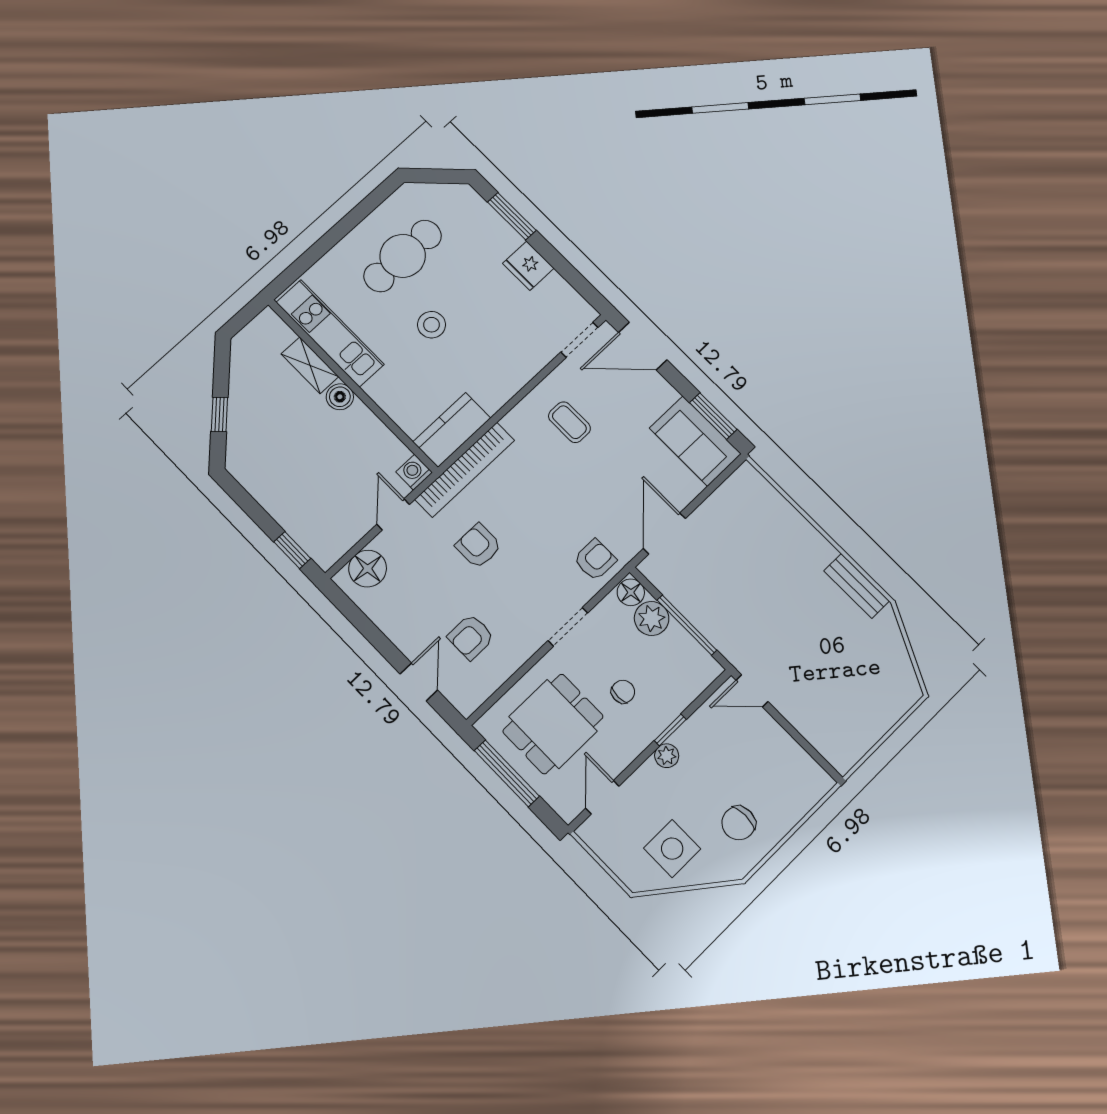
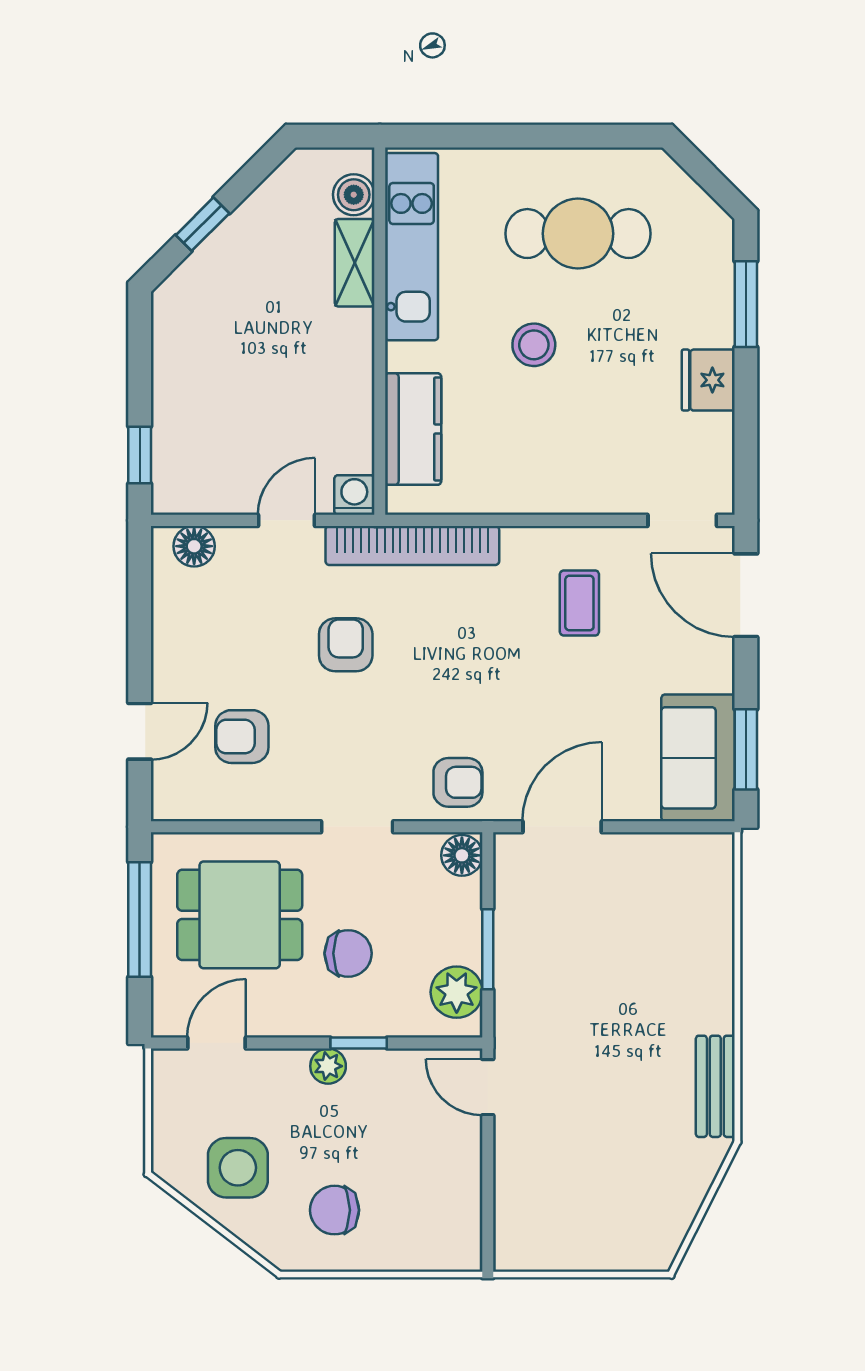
boiler: (340, 397) -> (354, 195), moved
kitchen counter: (452, 430) -> (413, 429), moved, turned 90
floor lamp: (368, 569) -> (194, 546), width x0.73, depth x0.73
plant: (652, 618) -> (457, 992), moved
window: (687, 625) -> (488, 949), width x0.69
chair: (623, 692) -> (348, 953), width x1.37, depth x1.37

